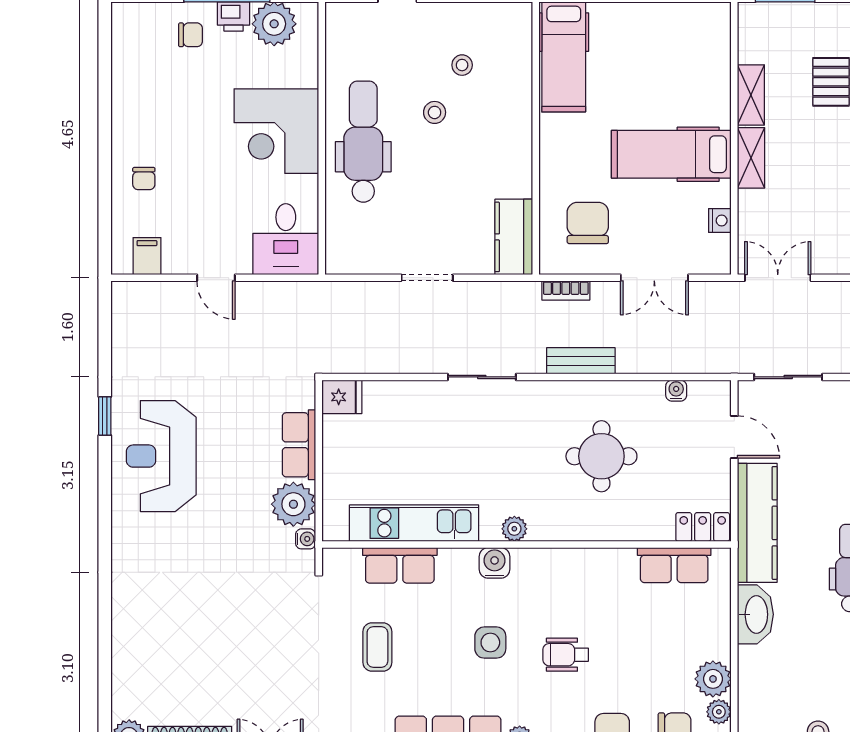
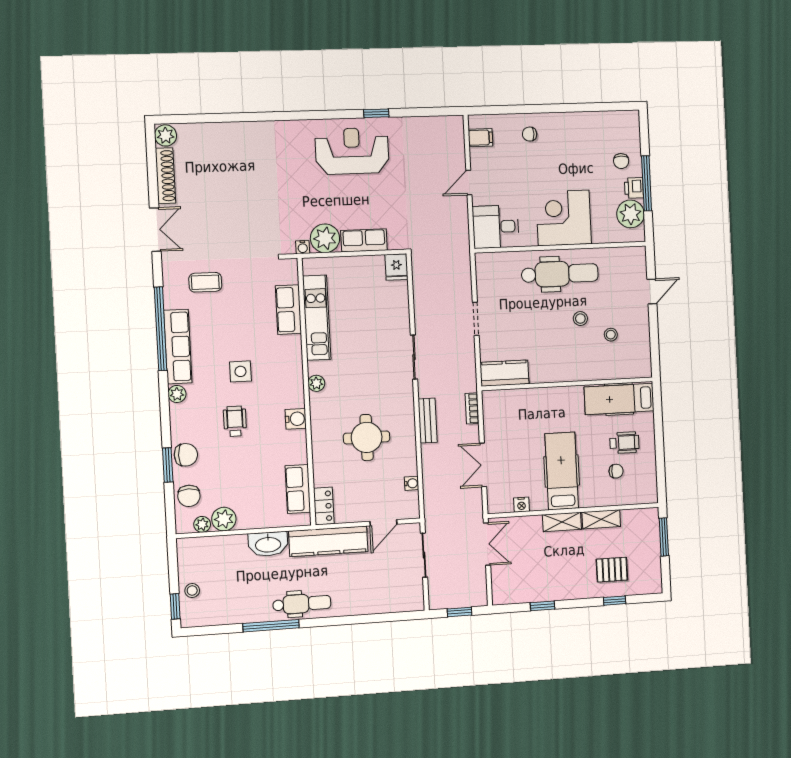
wheelchair: (633, 52) -> (624, 443), added
chair: (588, 223) -> (616, 471), moved, width x0.54, depth x0.54
water cooler: (495, 563) -> (296, 419), moved
coffee table: (377, 647) -> (205, 282), moved

